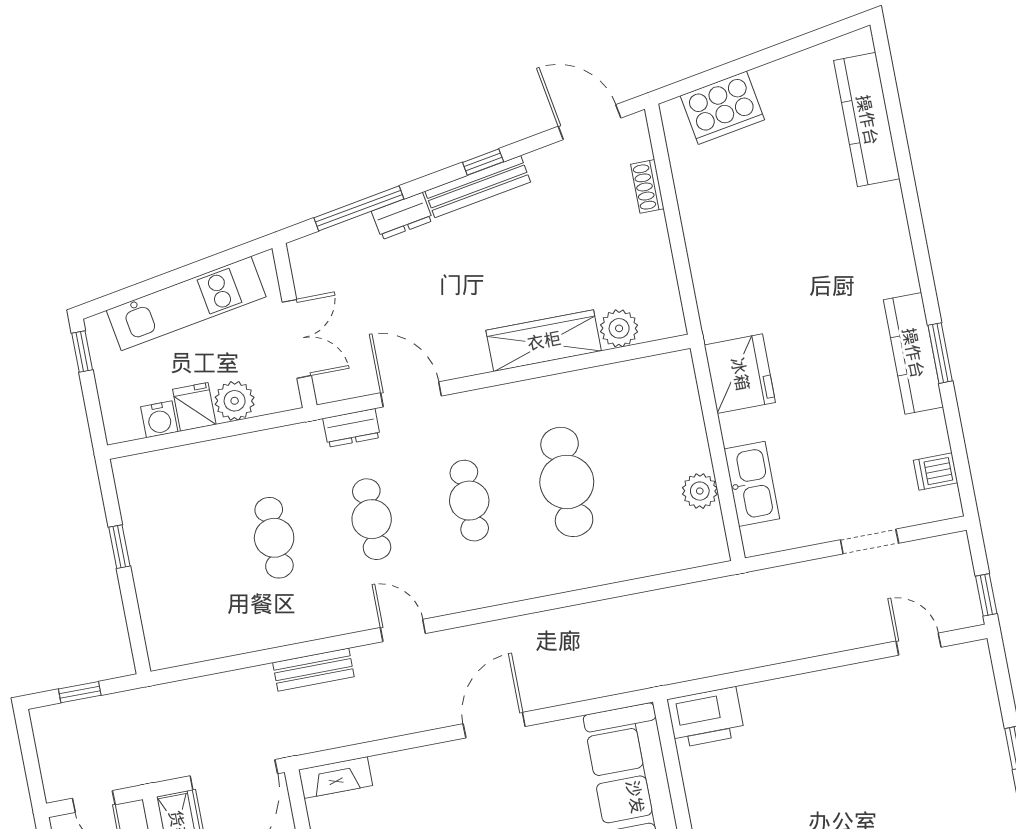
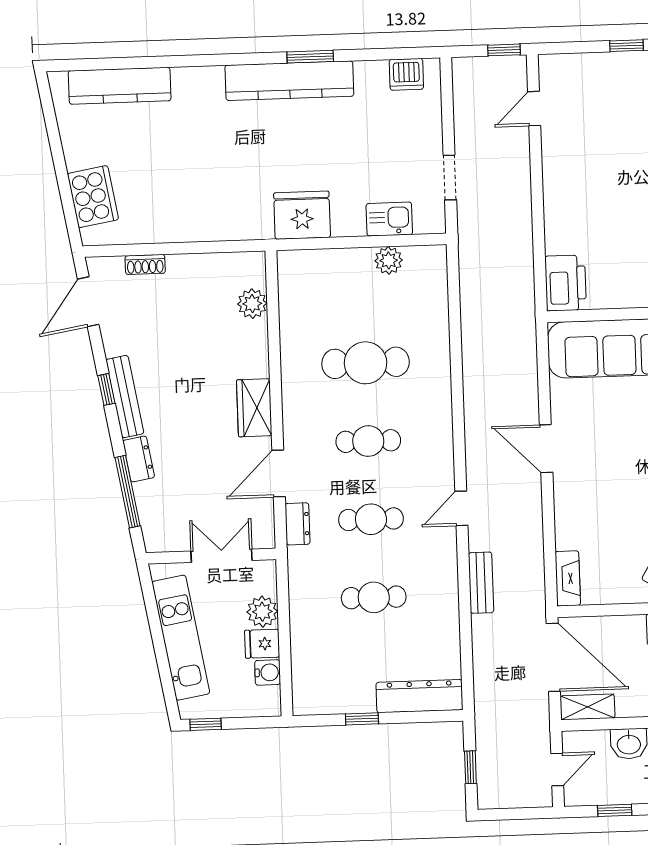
wardrobe: (544, 341) -> (254, 408), moved, width x0.67
kitchen counter: (913, 353) -> (289, 81), width x1.39, depth x1.17
dishwasher: (936, 472) -> (406, 74), width x1.38
kitchen sink: (752, 484) -> (389, 219), width x0.73
doorway: (869, 541) -> (450, 178), moved
dresser: (159, 614) -> (419, 696), added

